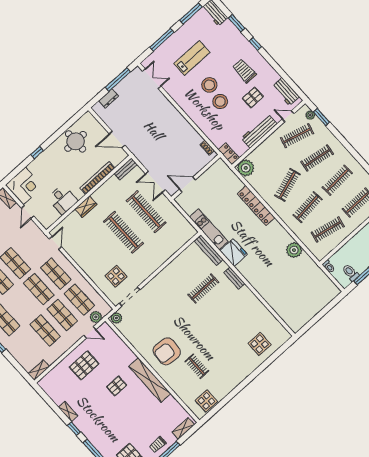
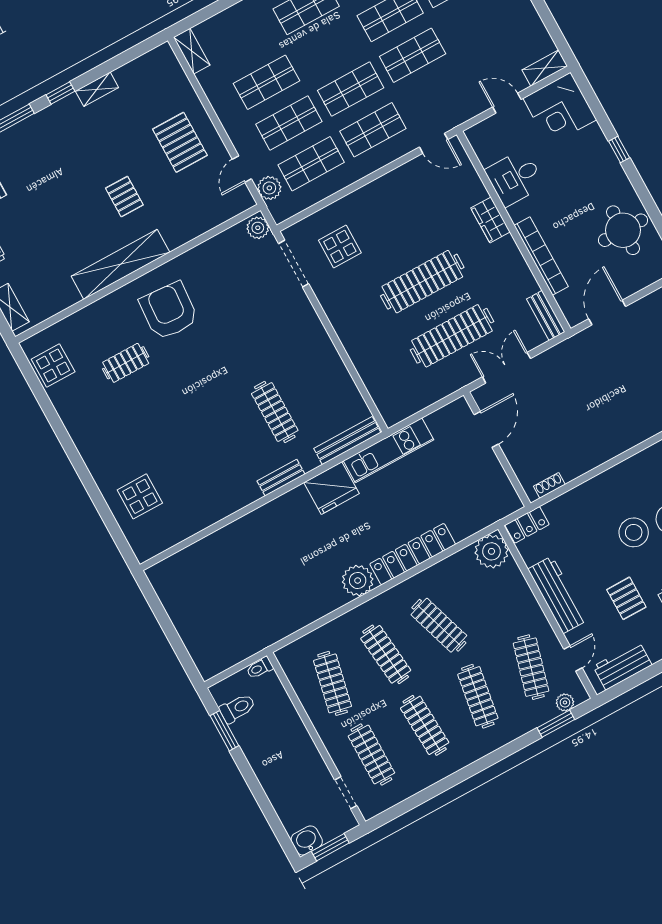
plant: (294, 250) -> (358, 581), moved

